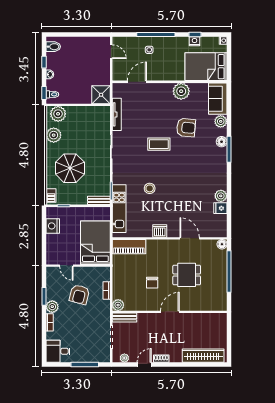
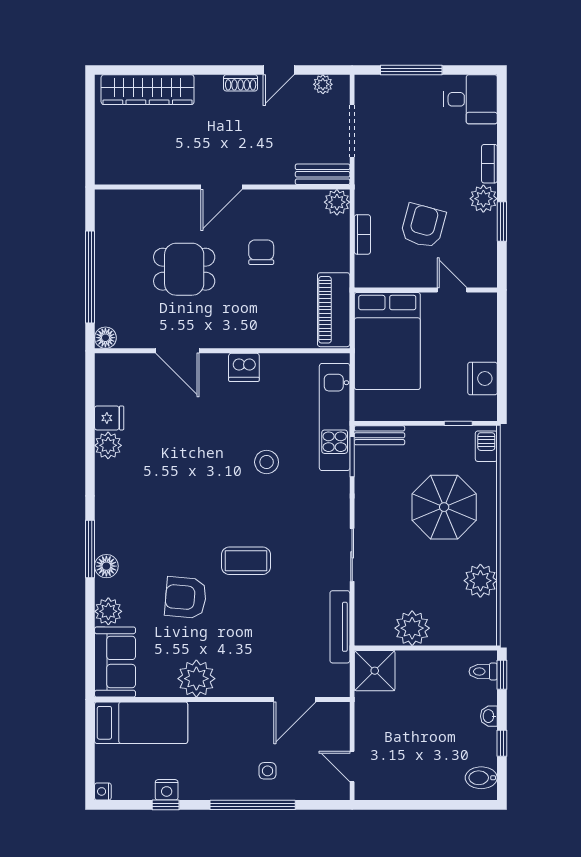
bed: (206, 67) -> (141, 723), width x0.67
plant: (58, 114) -> (412, 628), moved
piano: (129, 247) -> (334, 310), moved, turned -90

